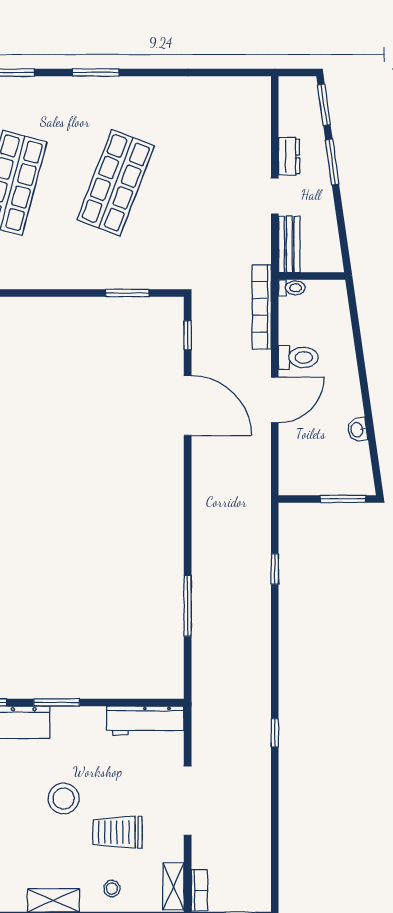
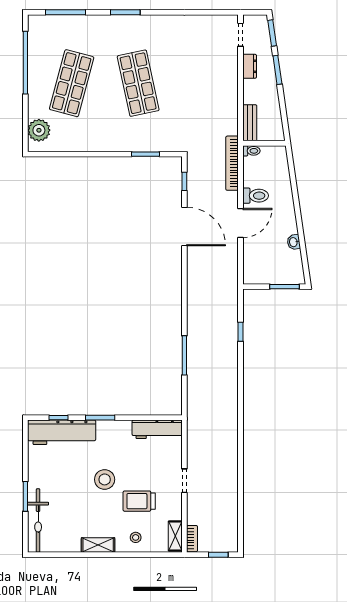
shop shelf: (116, 183) -> (138, 83), turned -33
doorway: (275, 196) -> (241, 35), moved
window: (275, 733) -> (241, 437), removed
doorway: (188, 801) -> (184, 481), width x0.53

